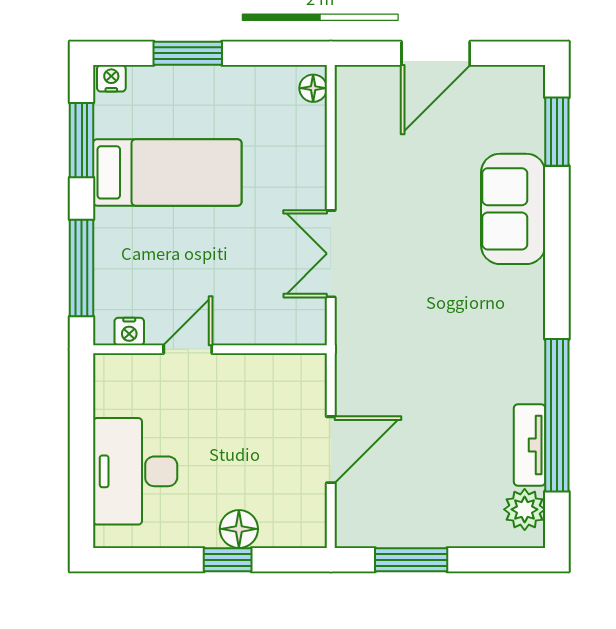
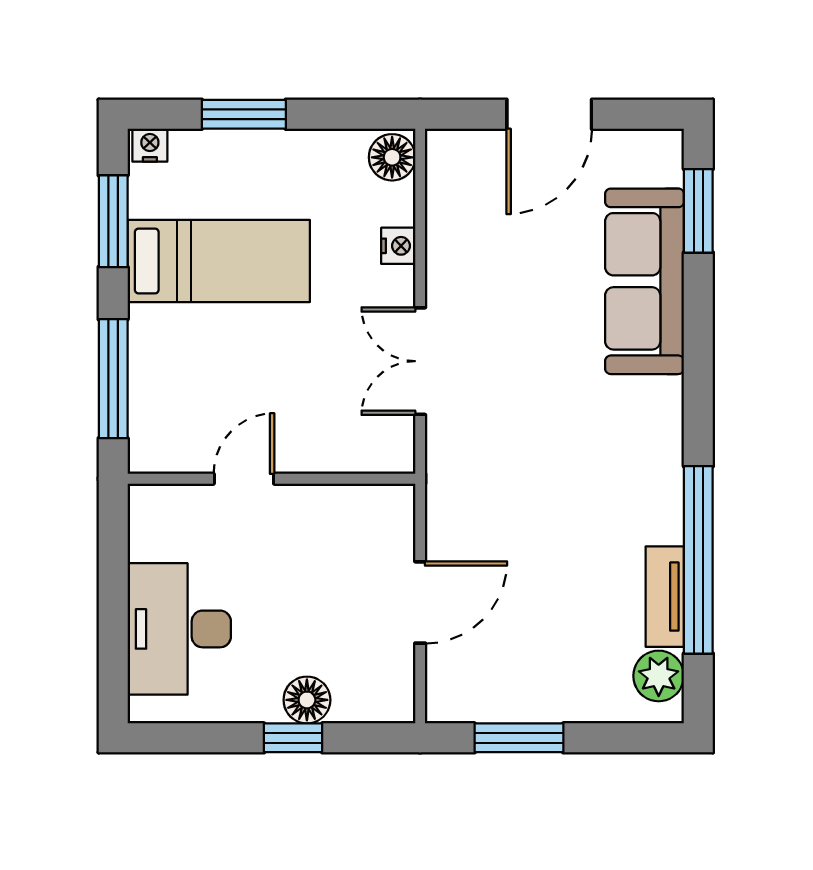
floor lamp: (313, 88) -> (392, 157), width x1.37, depth x1.37
sofa: (513, 209) -> (645, 281), width x1.36
nightstand: (129, 332) -> (398, 246), moved, turned -90

